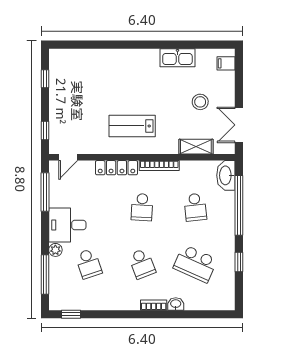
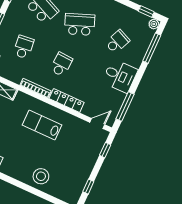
stool: (106, 66) -> (41, 176), added
lab bench: (132, 126) -> (42, 125), turned 180
plant: (55, 250) -> (154, 24), moved
school desk: (89, 264) -> (117, 42), turned 42
school desk: (142, 264) -> (80, 24), width x1.85

